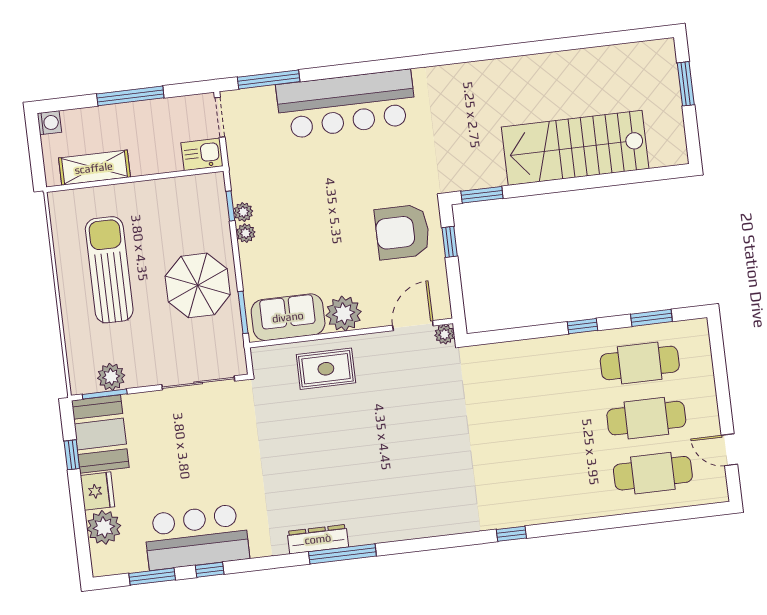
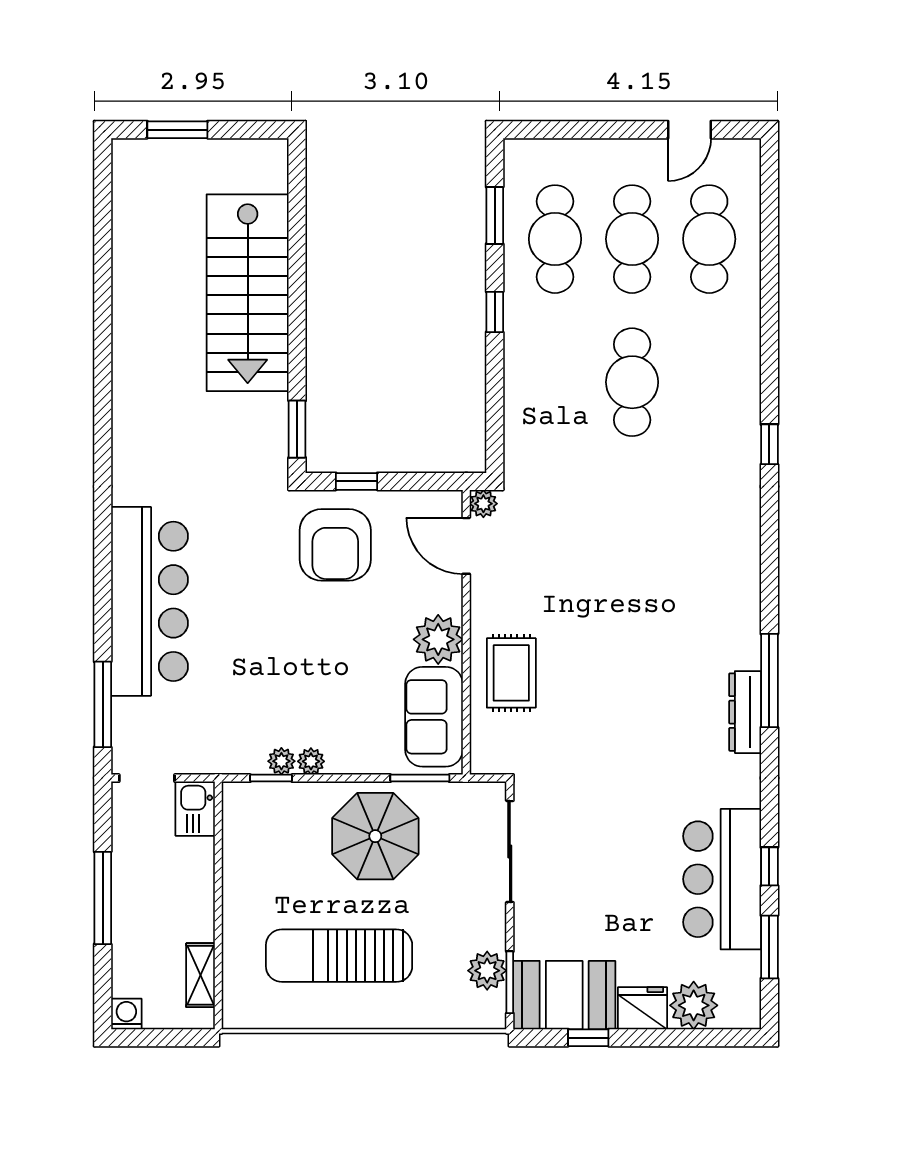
shelving: (94, 168) -> (201, 975), width x0.67, depth x0.75
cafe table: (544, 430) -> (632, 382), added

